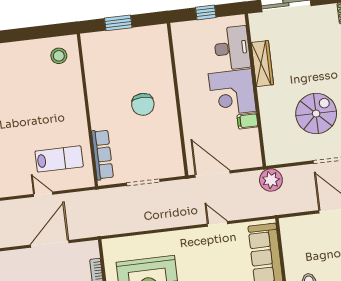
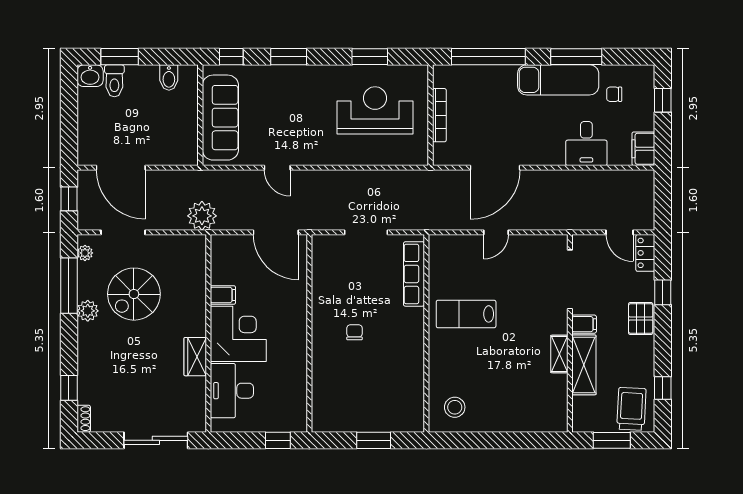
window: (206, 12) -> (278, 440), moved
wardrobe: (262, 64) -> (195, 357), width x0.67
chair: (143, 104) -> (355, 332), width x0.54, depth x0.54
lab bench: (59, 159) -> (466, 314), moved
door: (43, 194) -> (496, 232), hinge flipped

